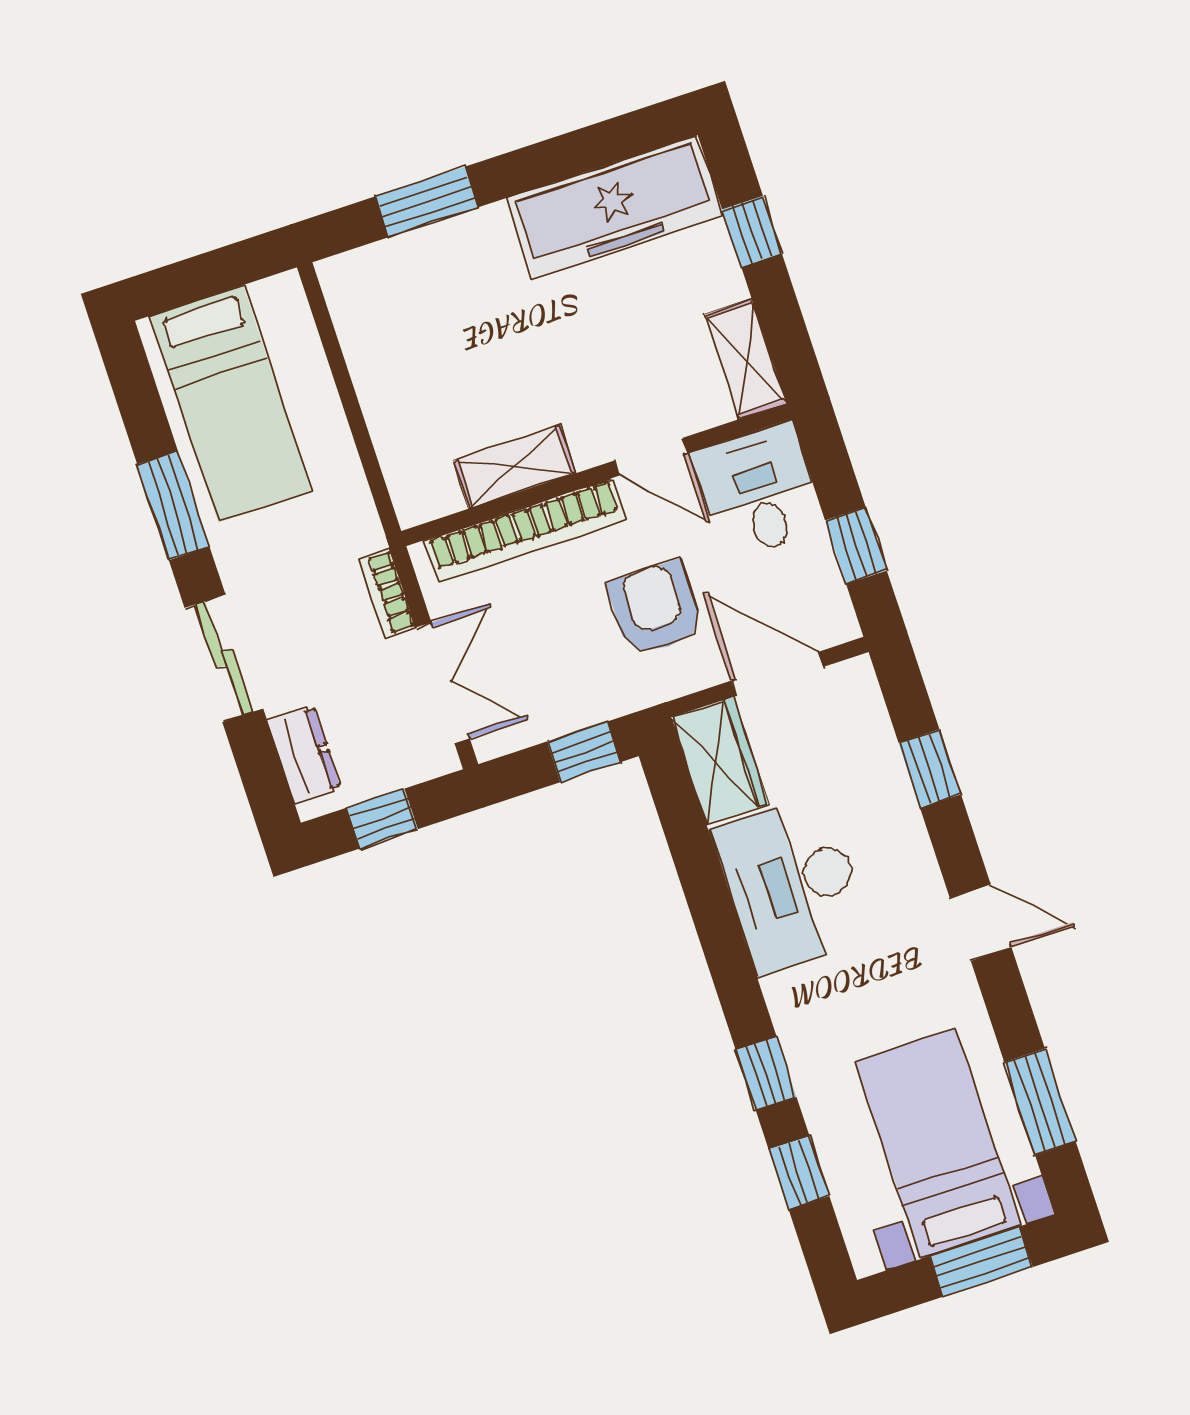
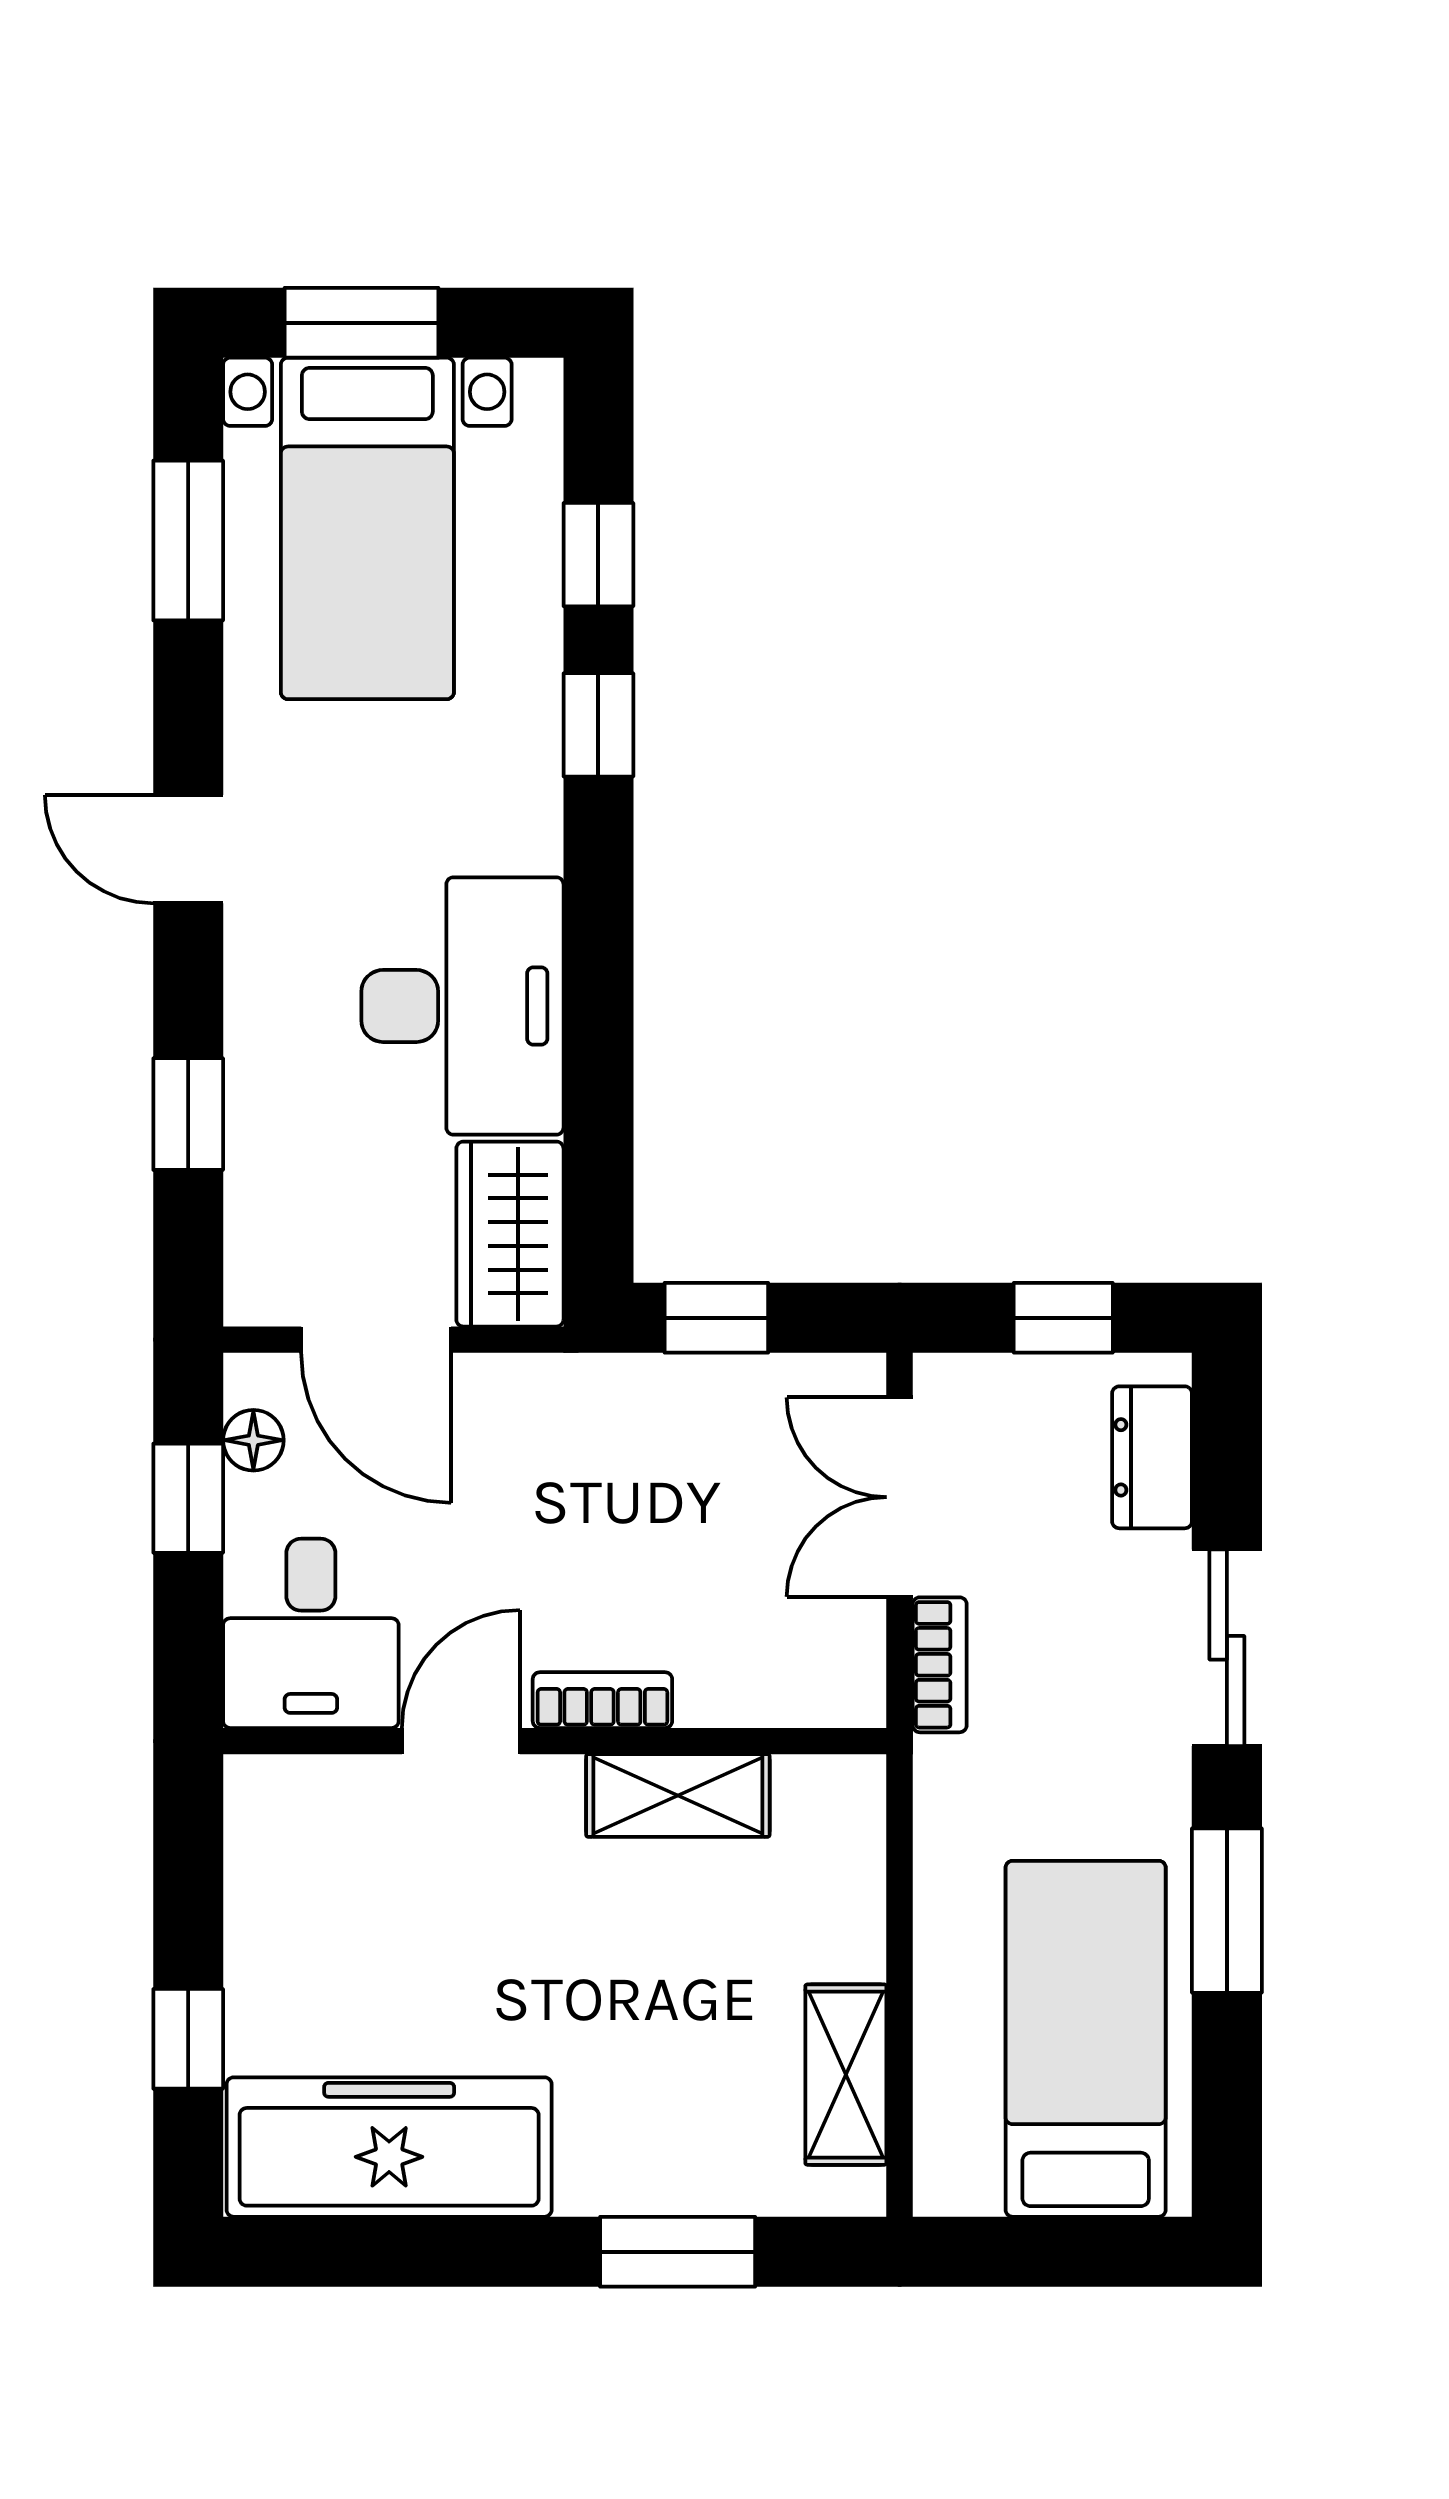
shelving: (746, 359) -> (846, 2075), moved
door: (651, 457) -> (461, 1741), hinge flipped
bookcase: (525, 530) -> (602, 1700), width x0.43, depth x0.76
floor lamp: (829, 592) -> (253, 1440), added
armchair: (656, 608) -> (531, 1503), removed

